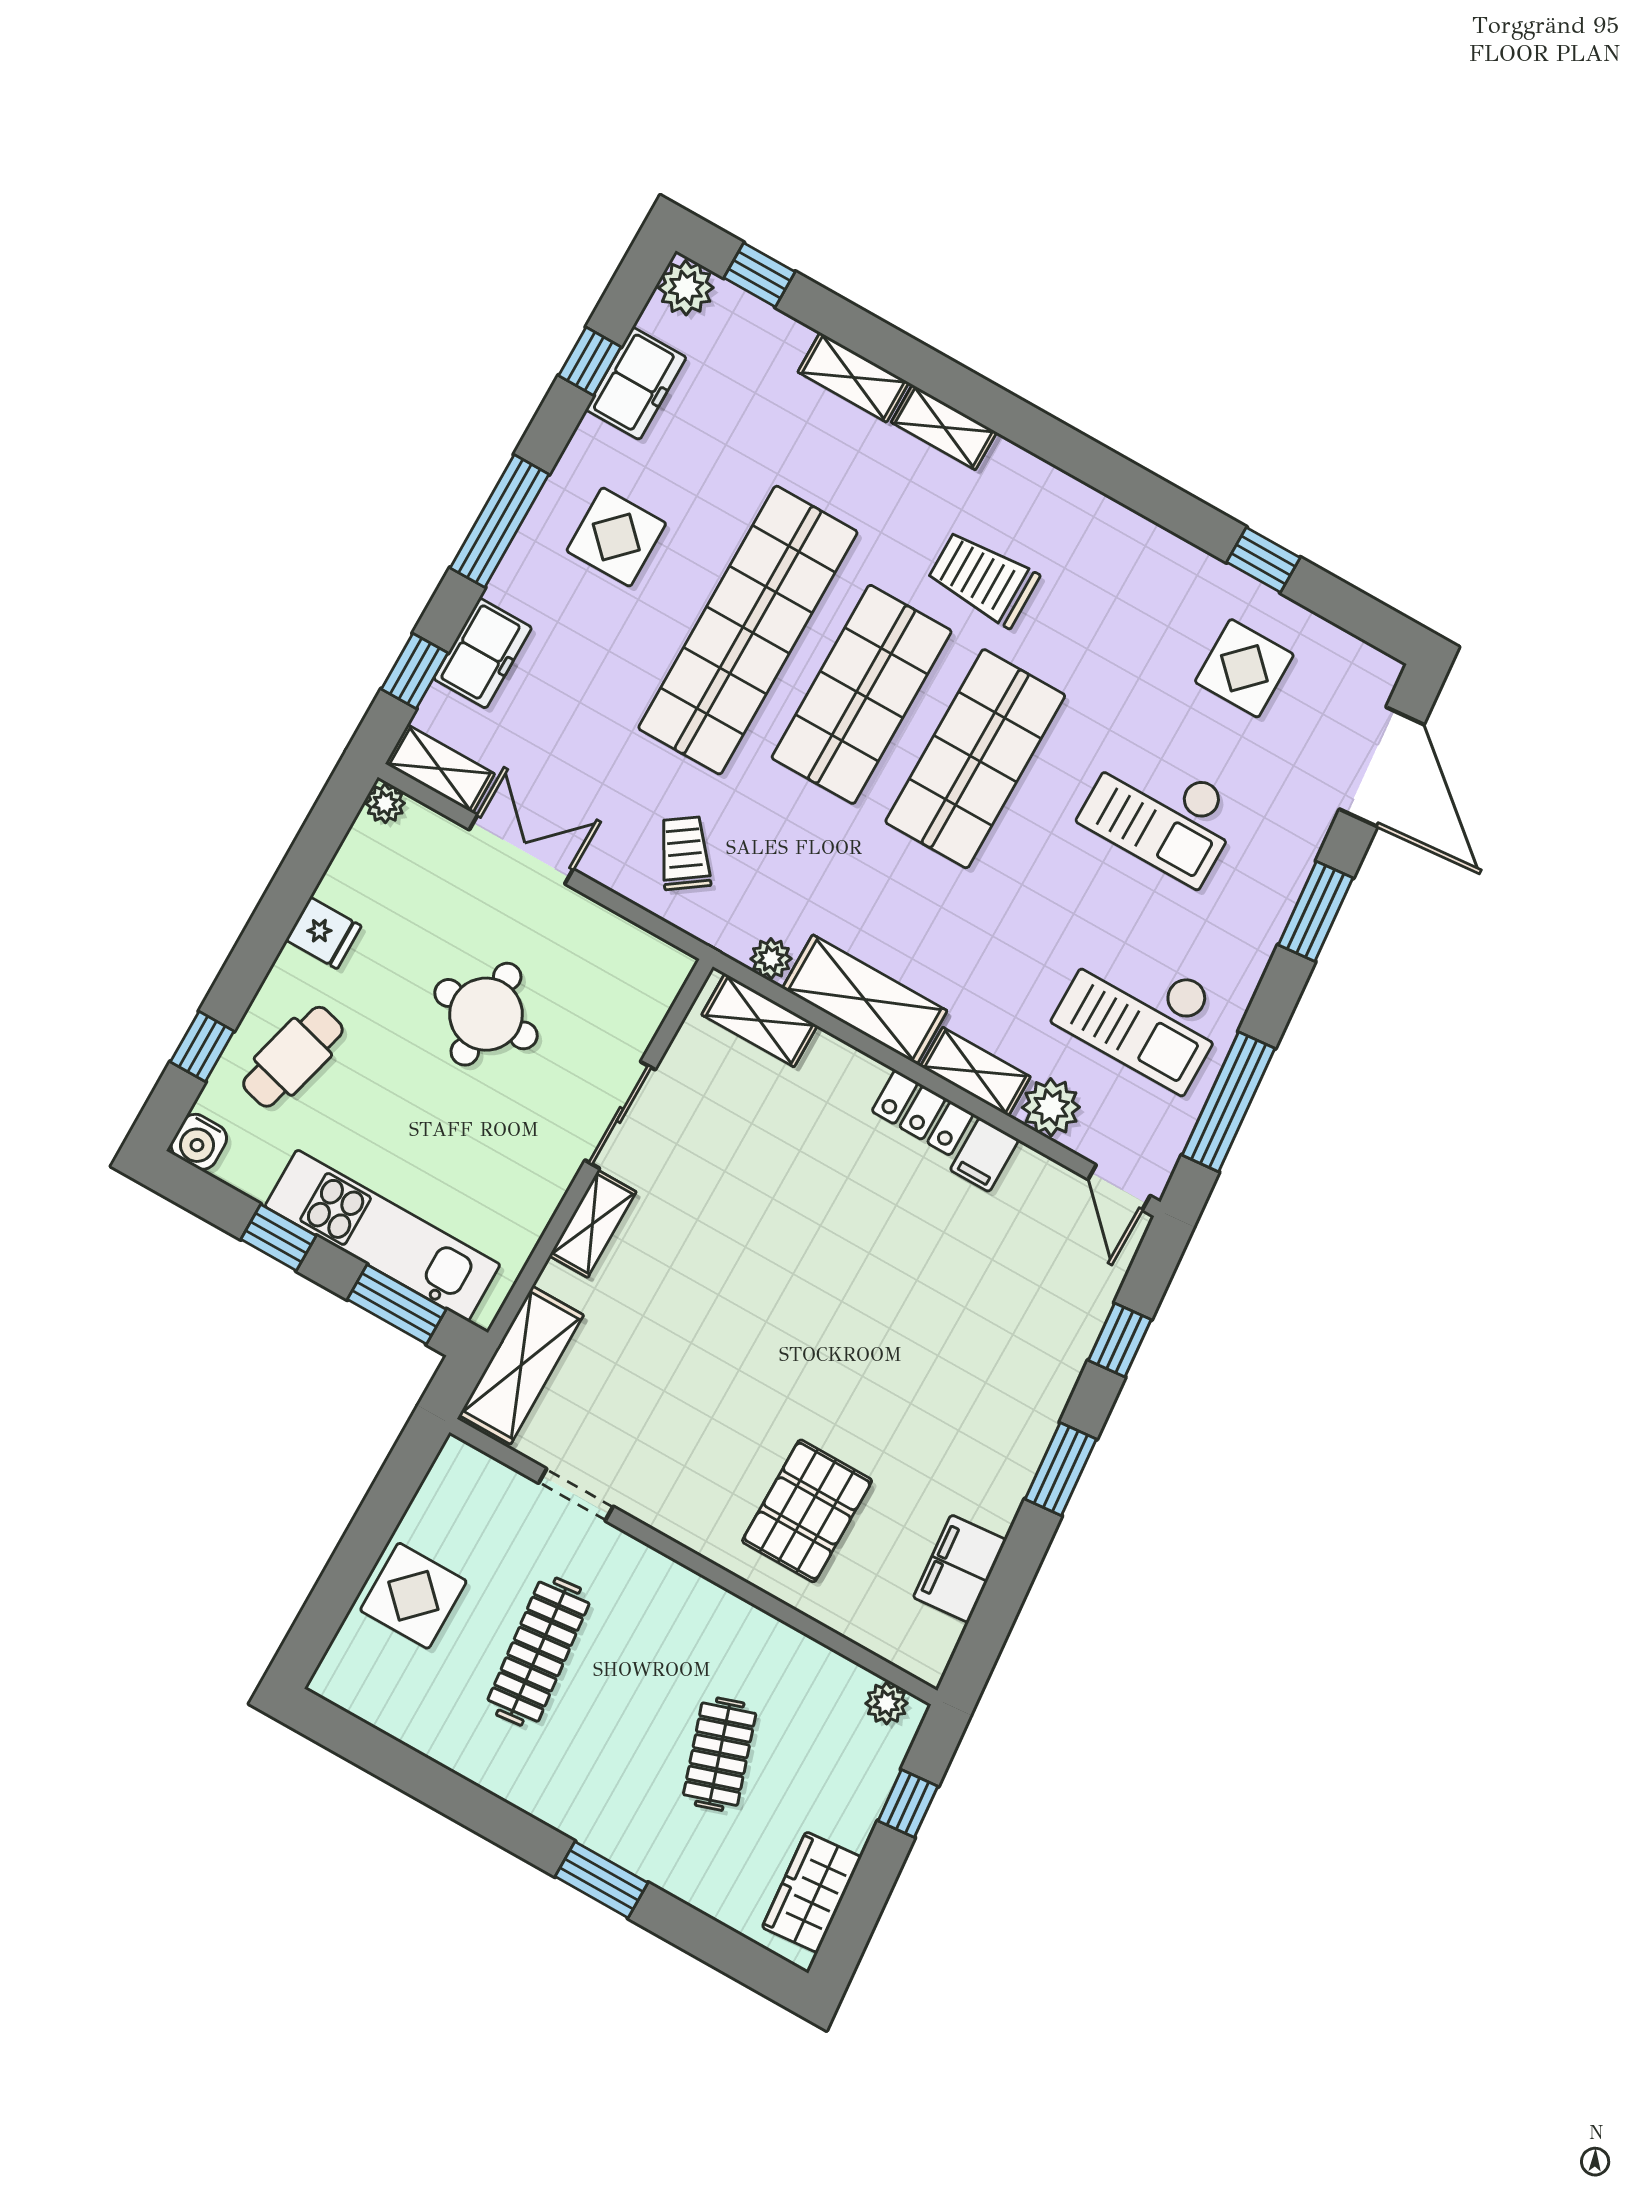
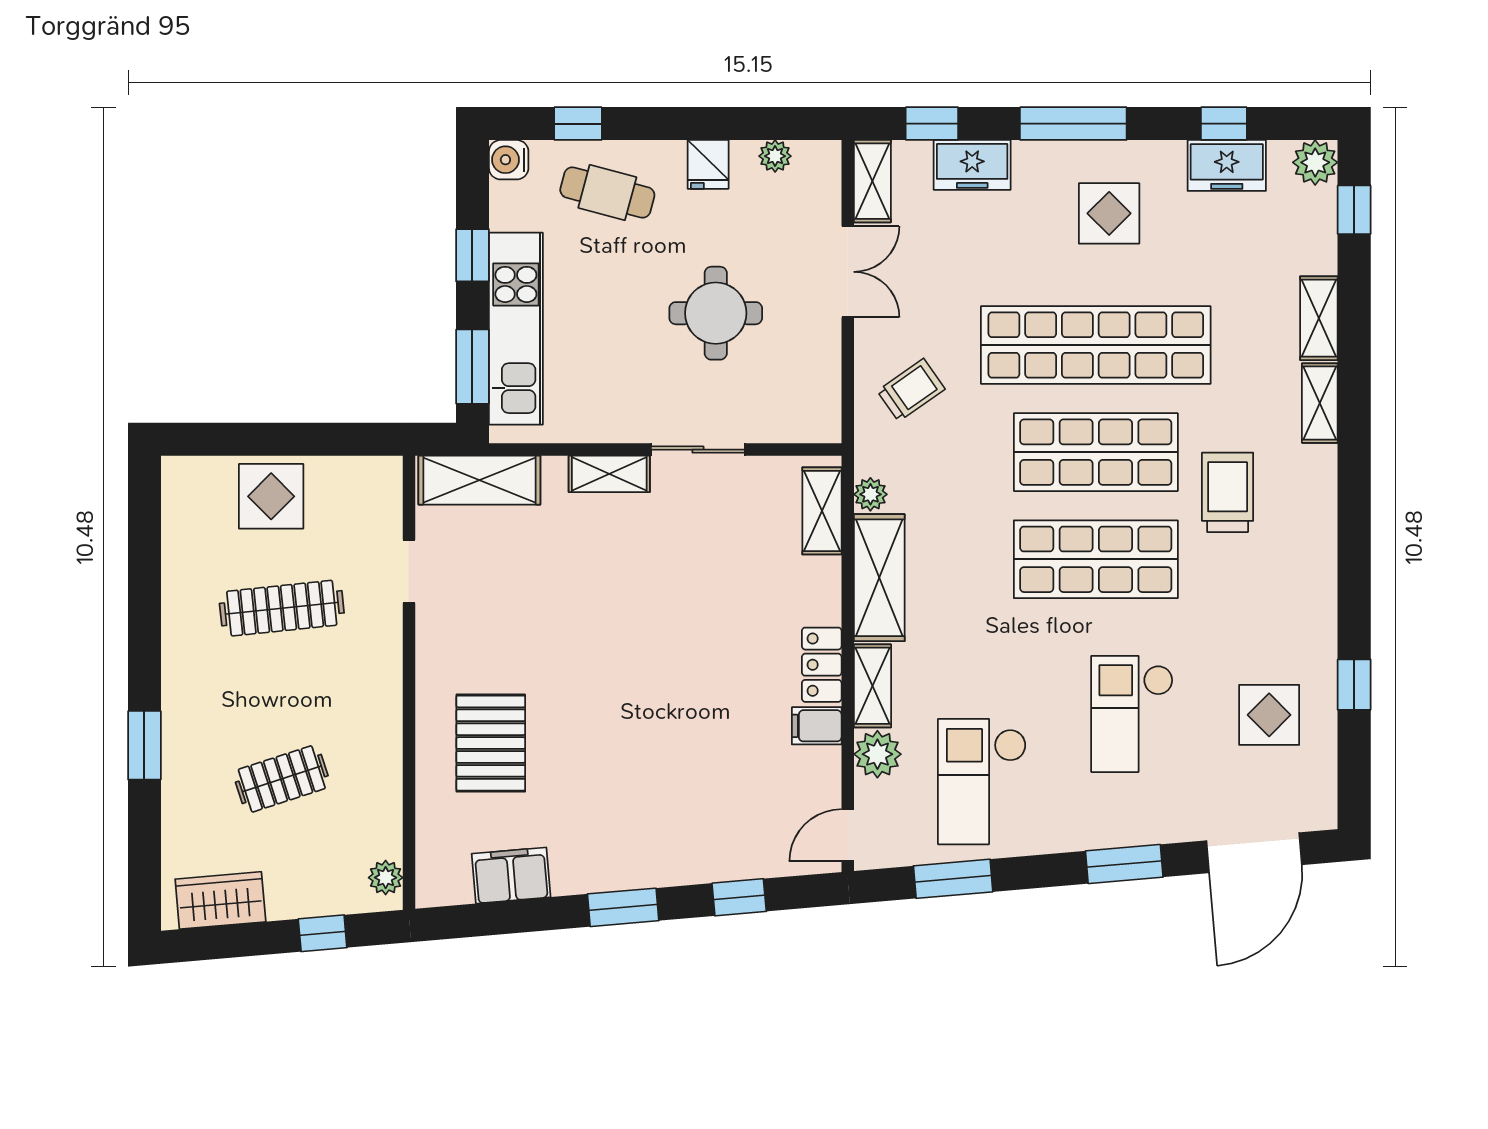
plant: (385, 803) -> (775, 156), moved
window: (1229, 1102) -> (953, 879), width x0.69
pallet: (807, 1511) -> (491, 743), turned 90

